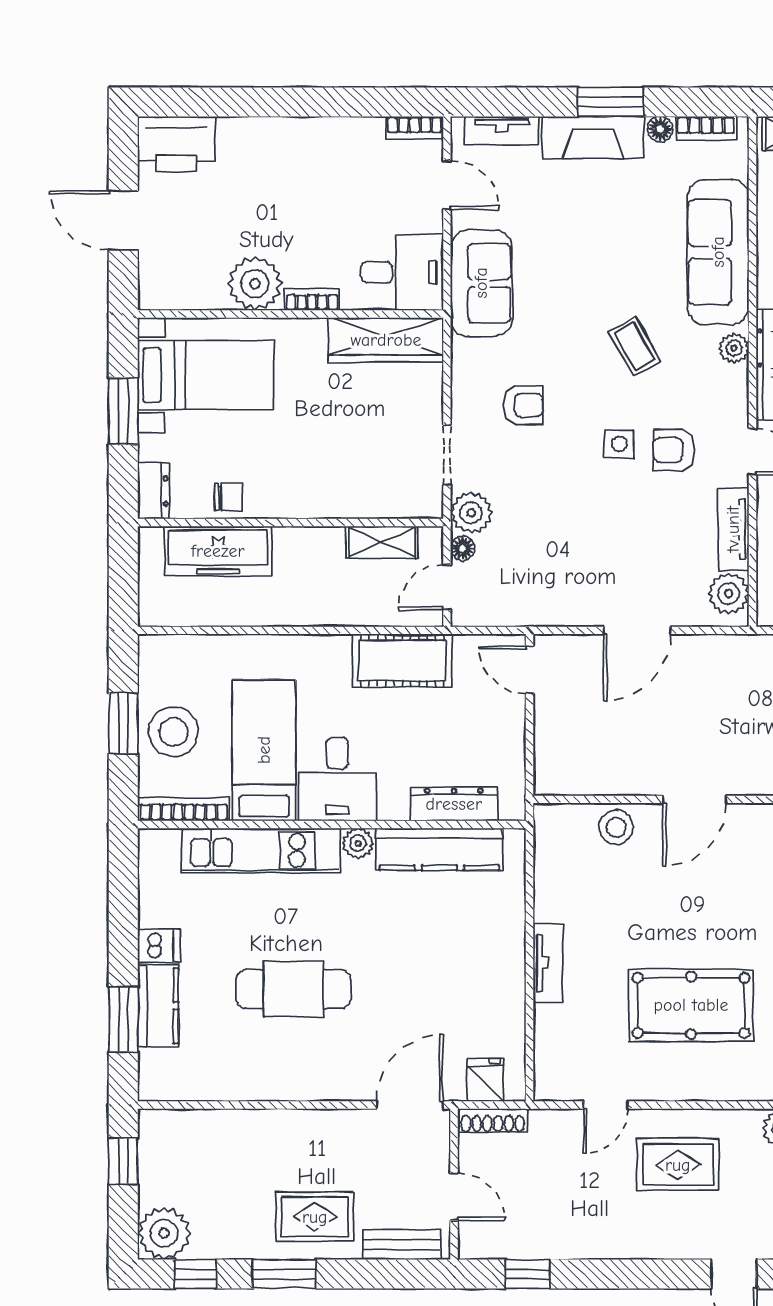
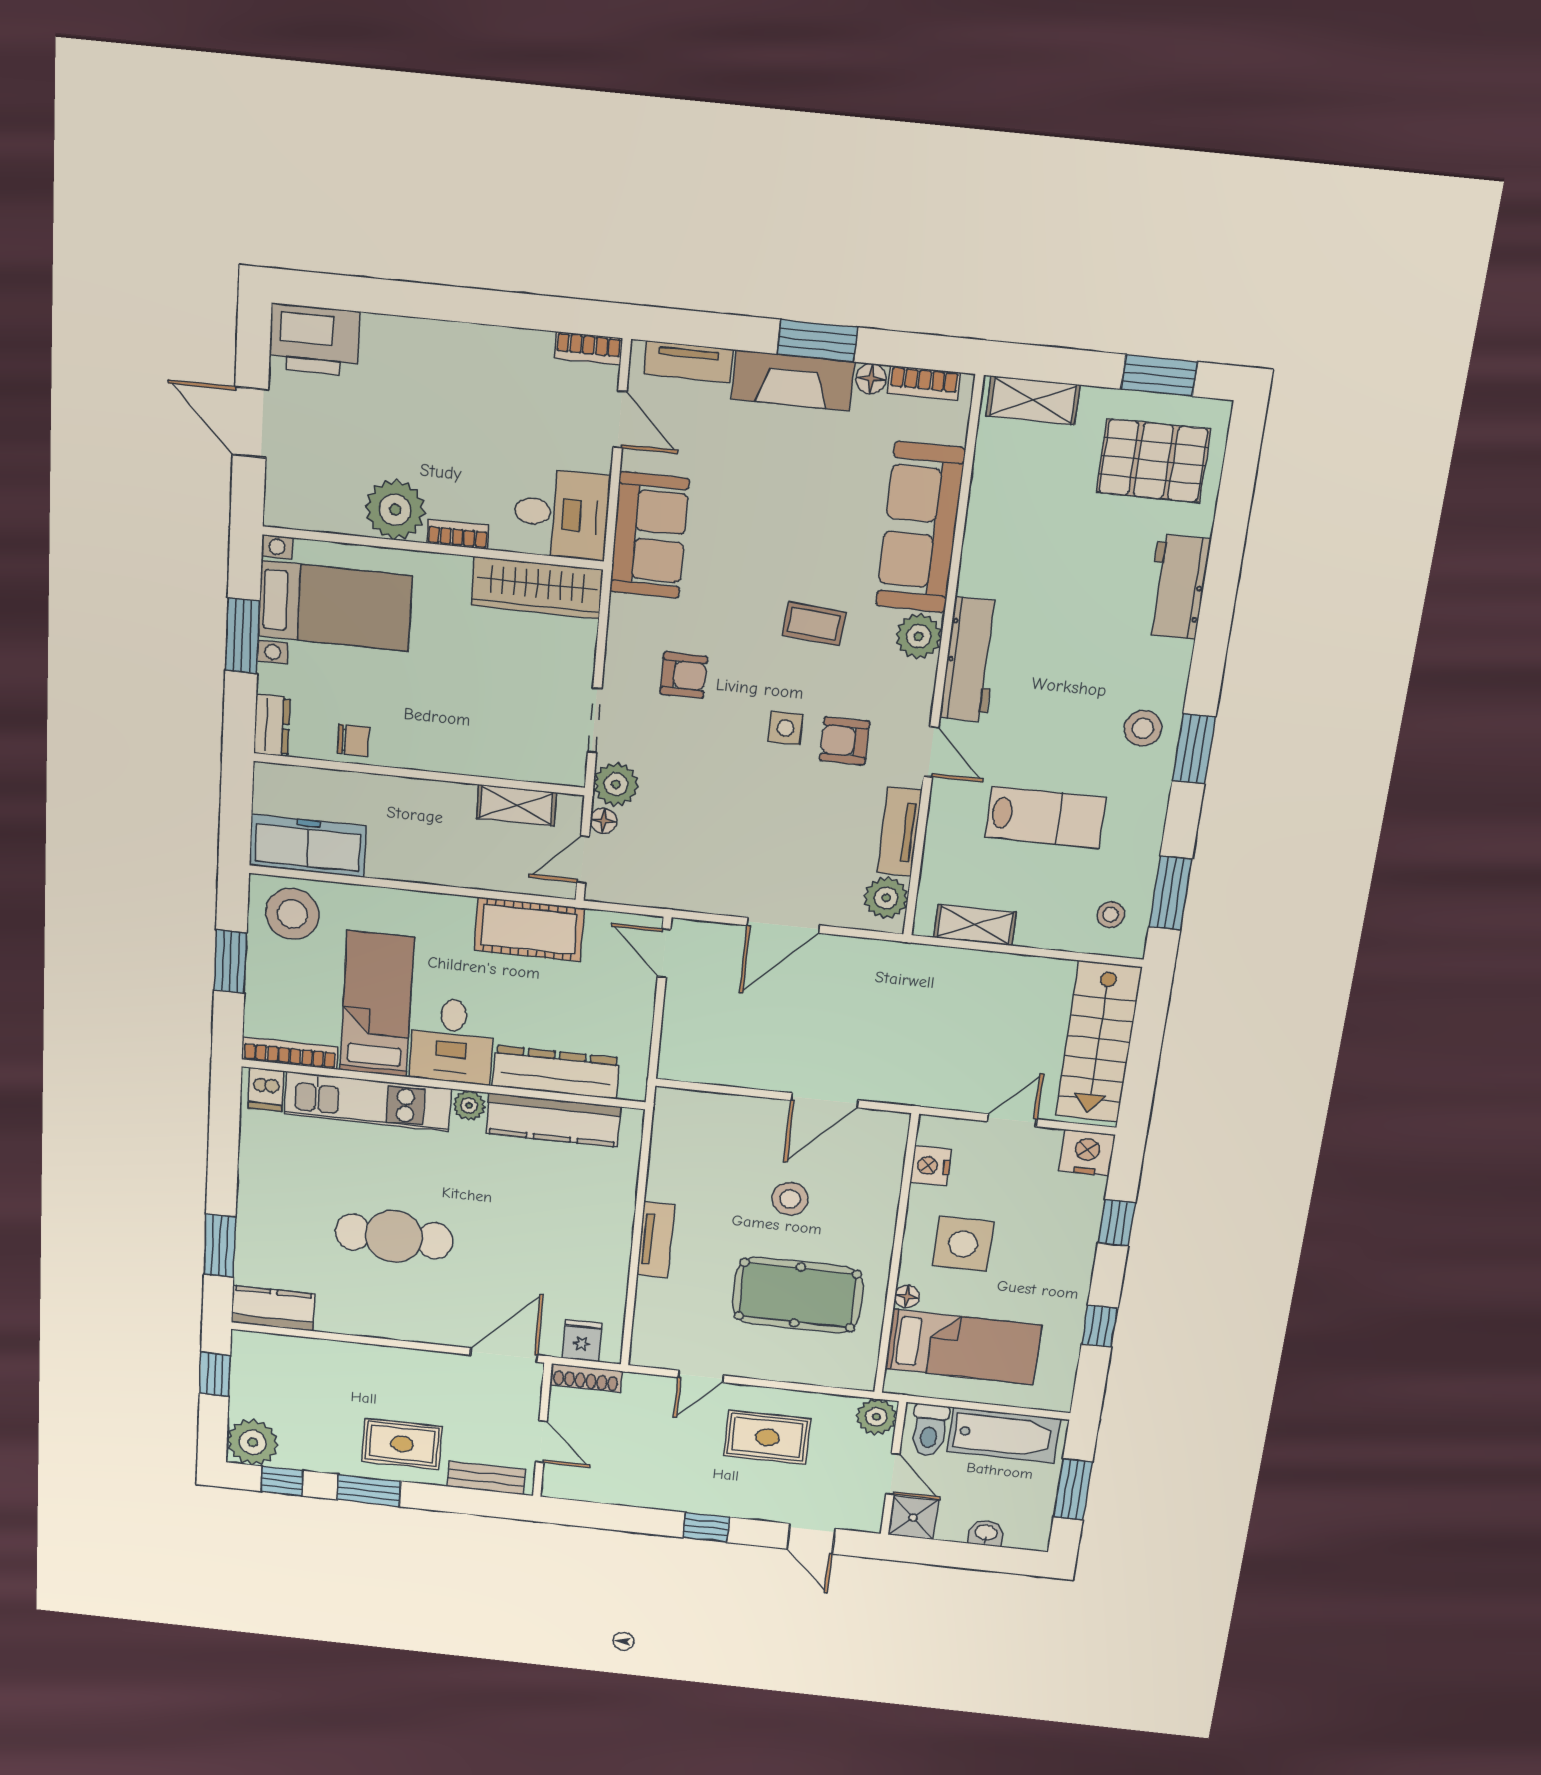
coffee table: (635, 347) -> (814, 624), turned -56
plant: (734, 348) -> (919, 636), width x1.38, depth x1.38
freezer: (218, 551) -> (308, 846), moved, turned 180
stool: (174, 732) -> (292, 914), moved
dresser: (454, 804) -> (556, 1072), width x1.37, depth x1.24
stool: (616, 827) -> (790, 1199), moved
dishwasher: (159, 946) -> (266, 1089), moved, turned 90
kitchen counter: (158, 1006) -> (273, 1308), moved, turned -90
window: (528, 1274) -> (706, 1527), moved

